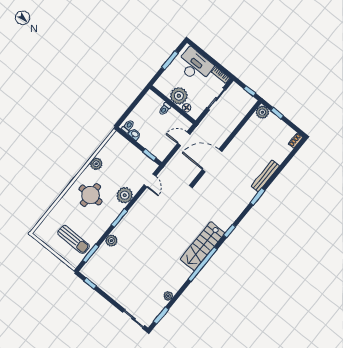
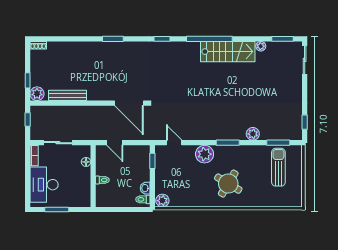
plant: (179, 96) -> (81, 177), removed
door: (212, 160) -> (129, 103), moved
plant: (96, 164) -> (162, 201), moved
bench: (265, 176) -> (68, 95), moved
door: (150, 180) -> (174, 143), hinge flipped
round table: (91, 195) -> (228, 184), turned 31
stairs: (203, 246) -> (228, 52), moved

